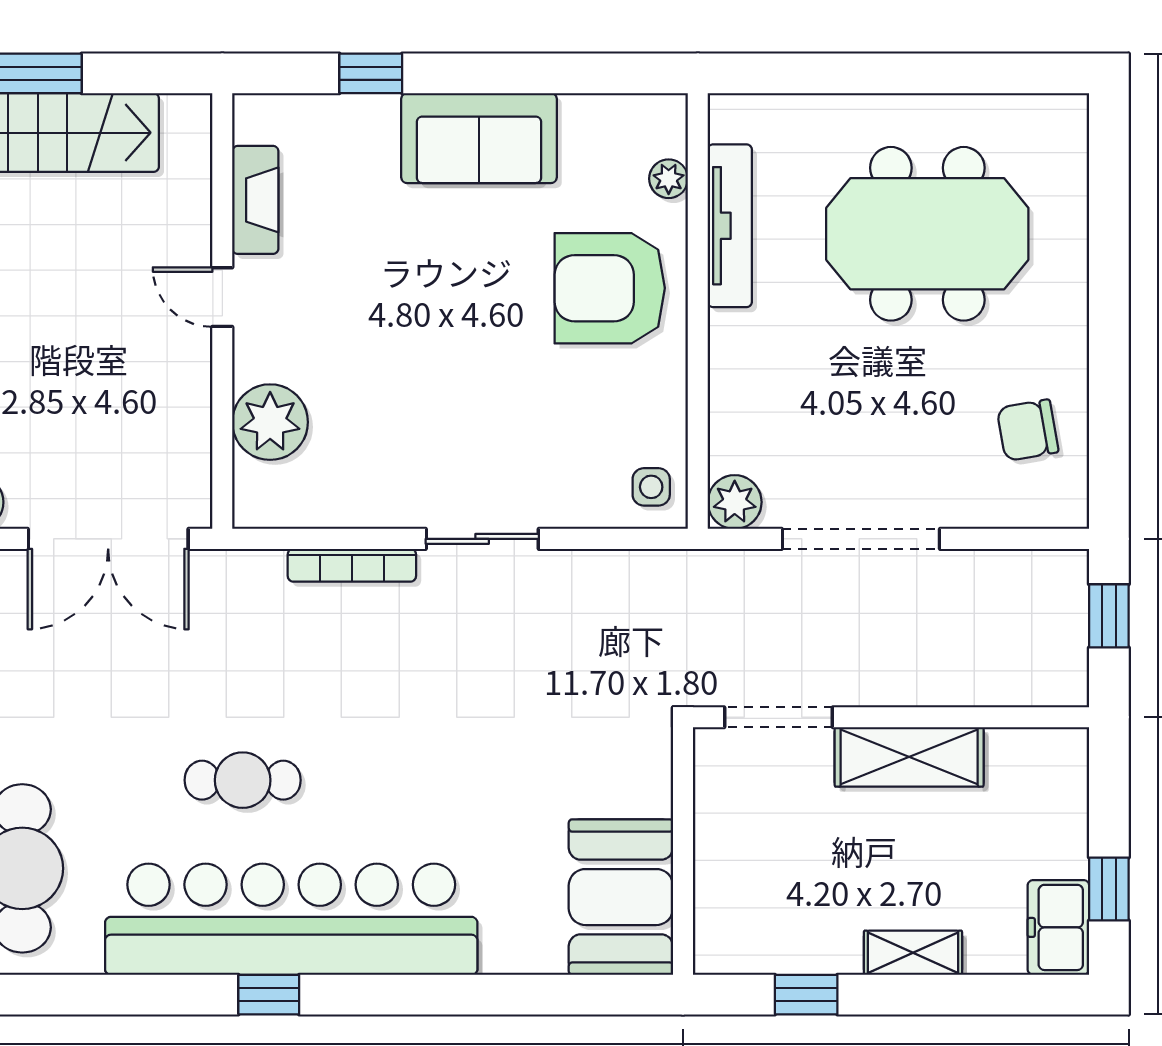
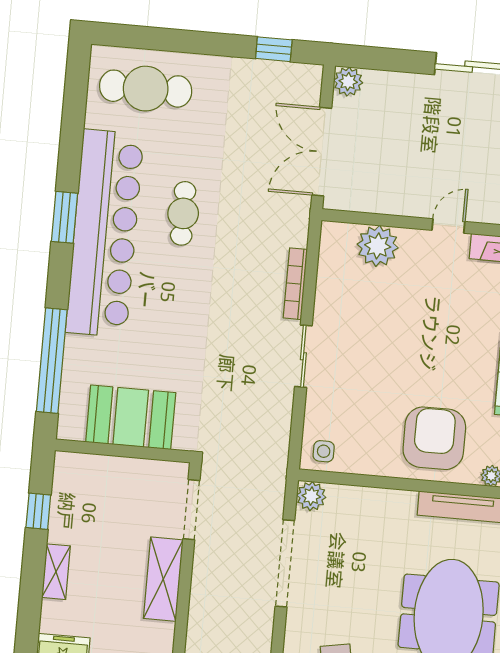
booth: (621, 897) -> (131, 417), moved
window: (269, 995) -> (65, 217), width x1.50
window: (531, 995) -> (52, 361), added

